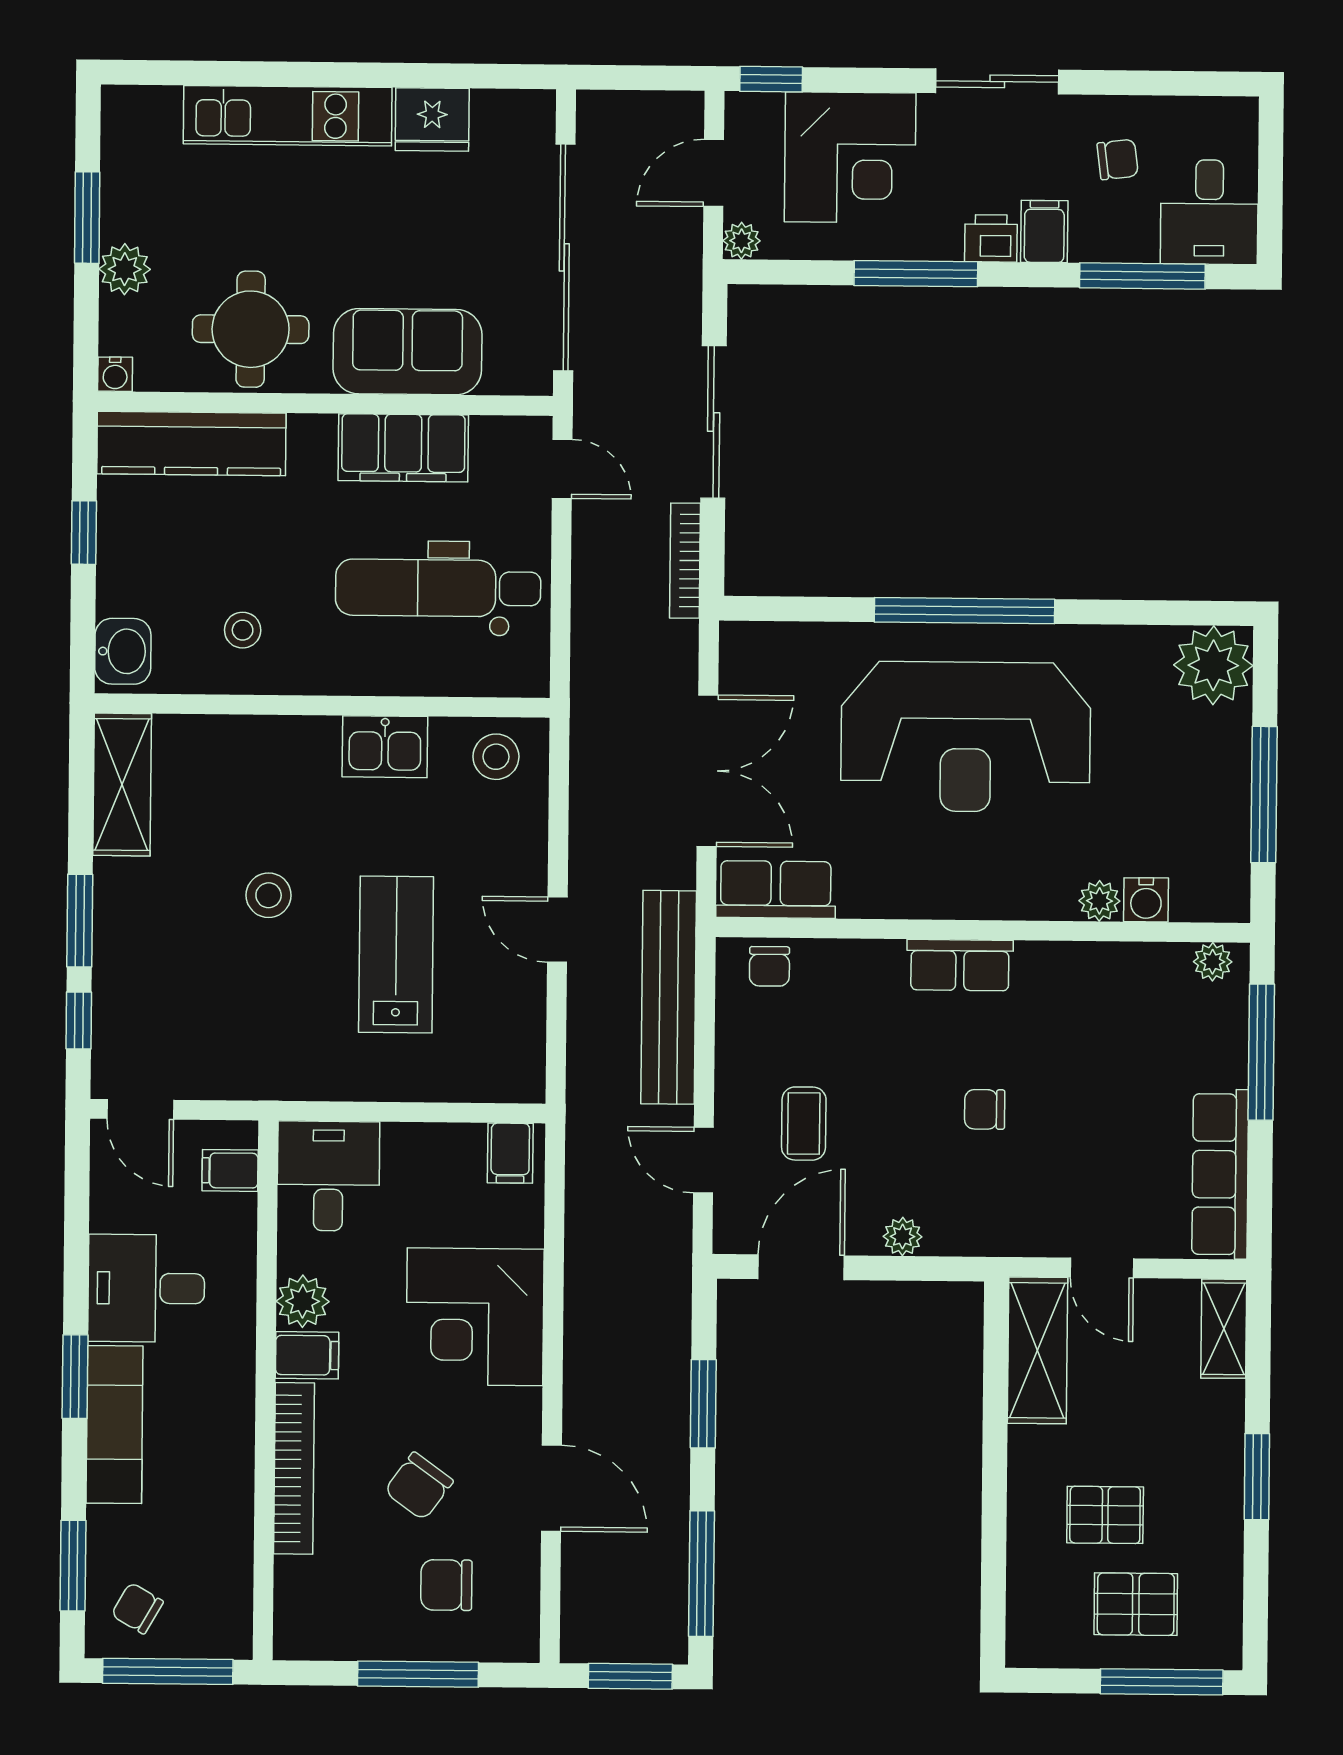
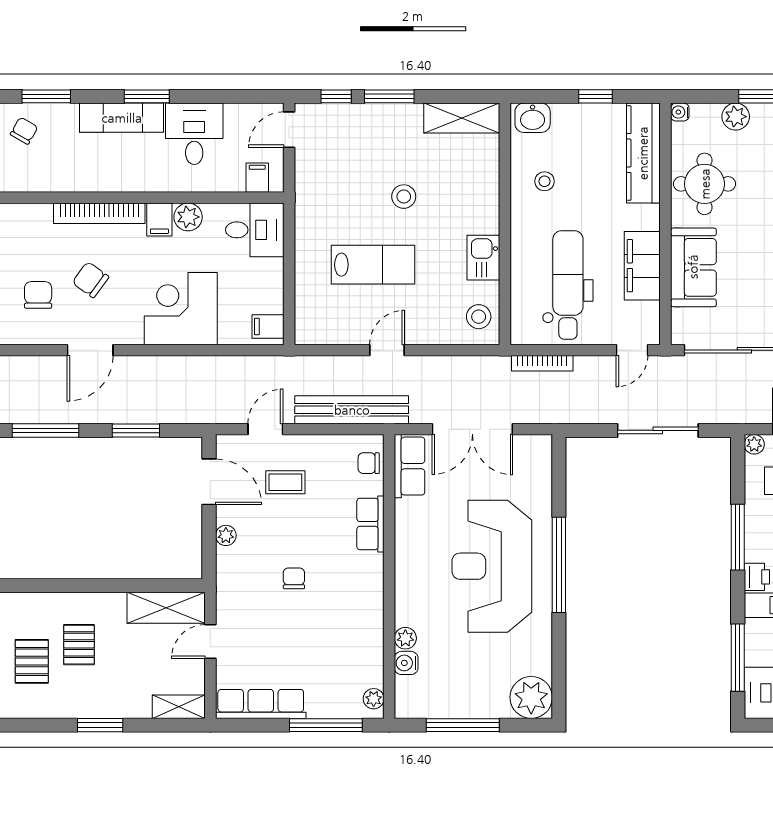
bookcase: (685, 561) -> (542, 363), moved, turned 180
row of seats: (960, 965) -> (370, 524), moved

